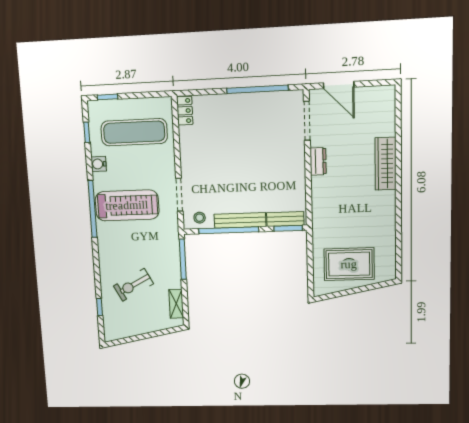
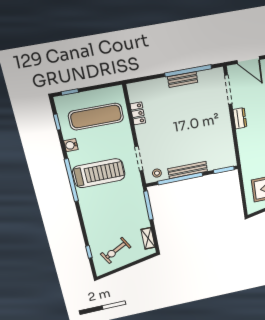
locker: (185, 111) -> (138, 113), moved
bench: (285, 219) -> (183, 79), moved
exercise bike: (133, 285) -> (116, 251), moved

